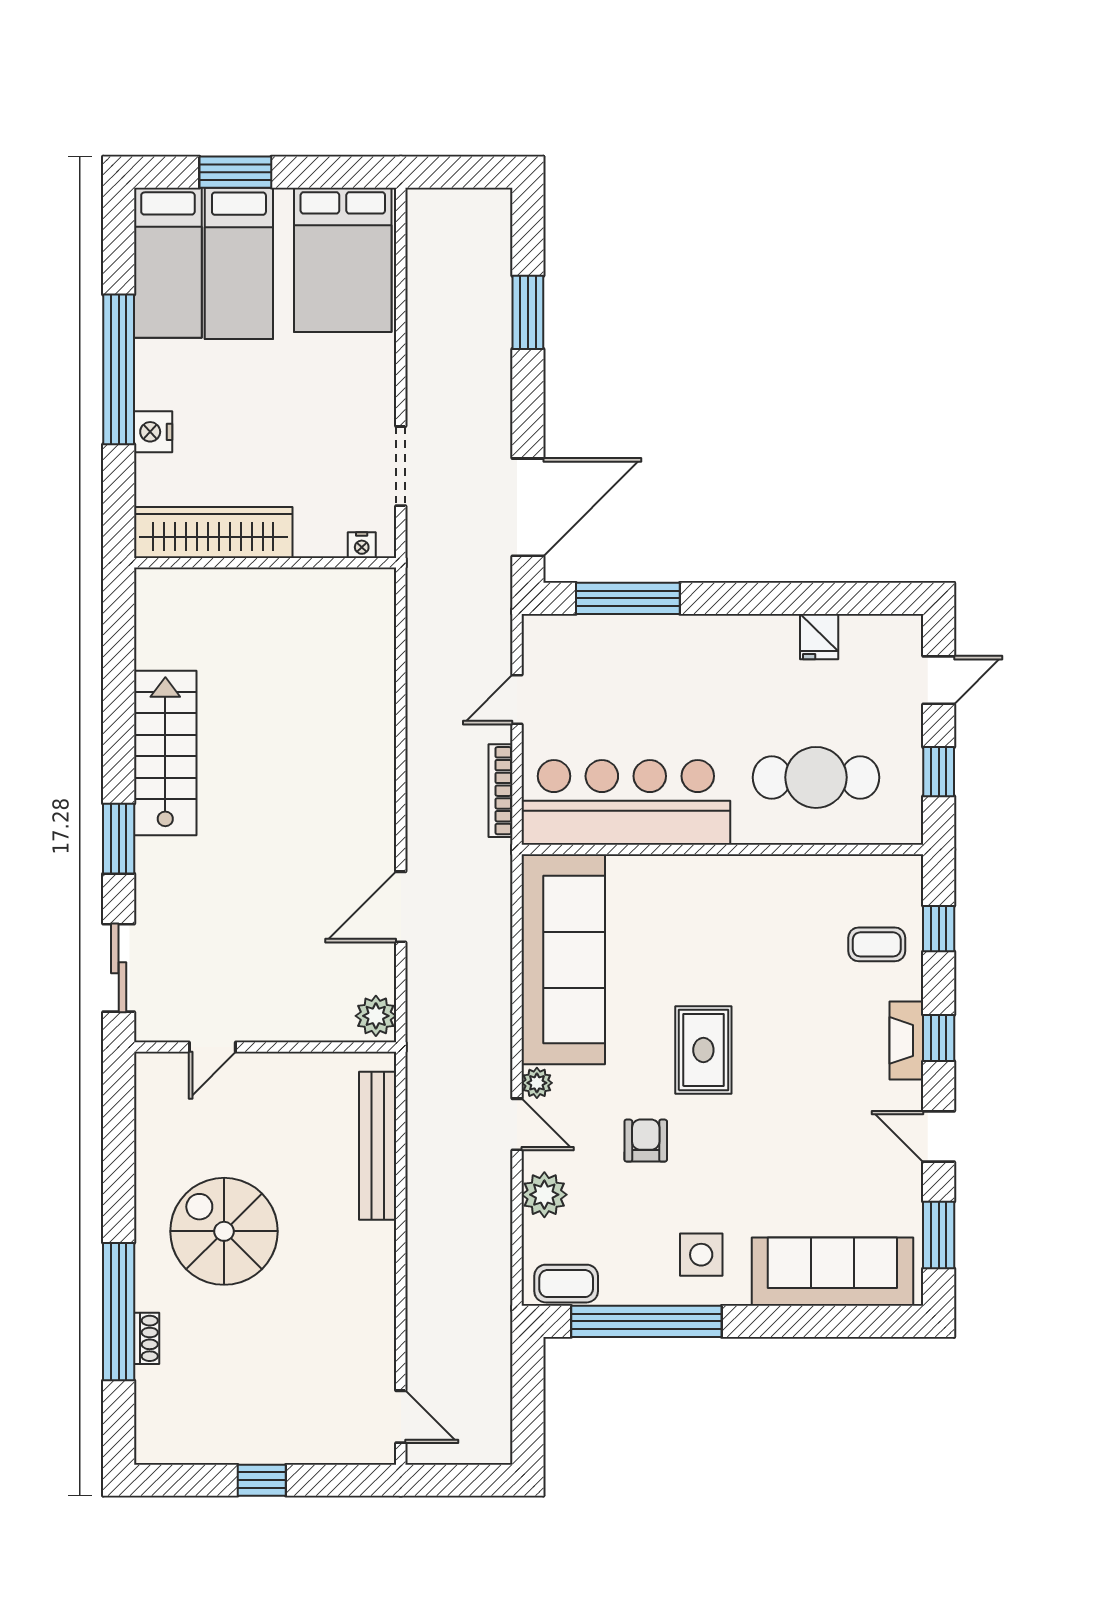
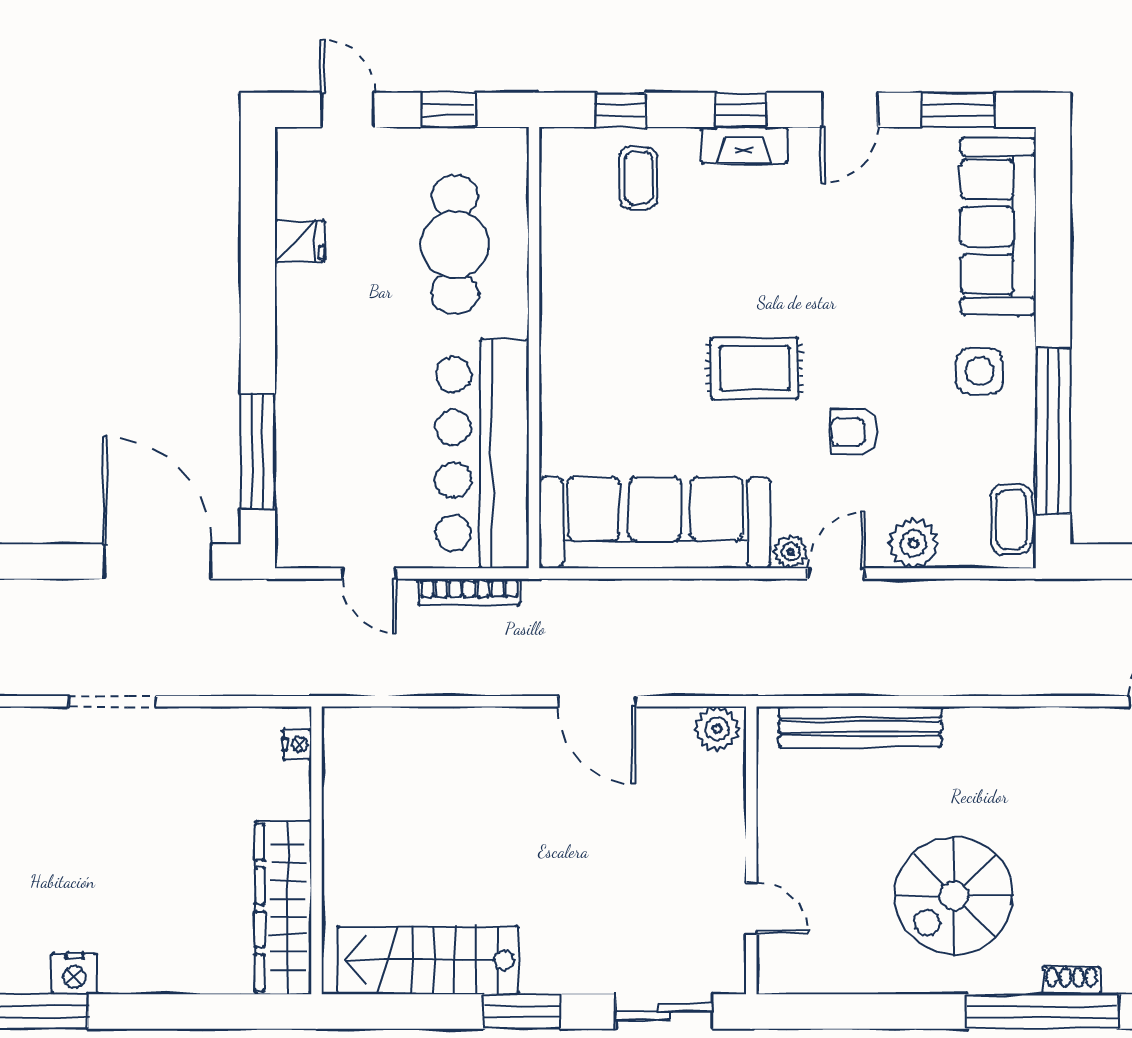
wardrobe: (213, 533) -> (283, 908), moved
nightstand: (362, 545) -> (297, 744), moved
wall: (265, 563) -> (317, 850), moved

